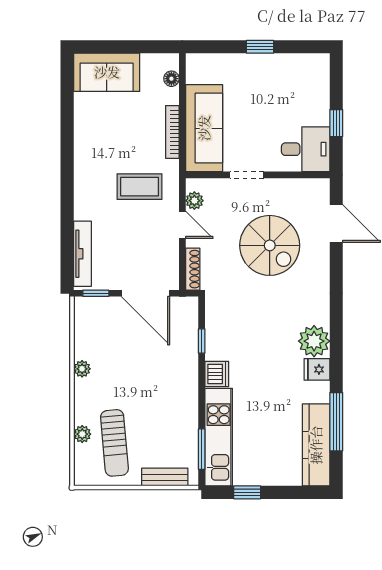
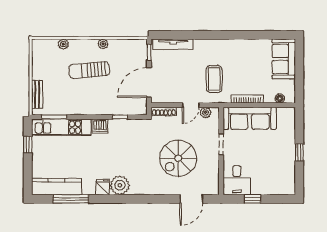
sun lounger: (114, 443) -> (89, 70), moved

